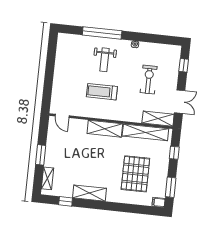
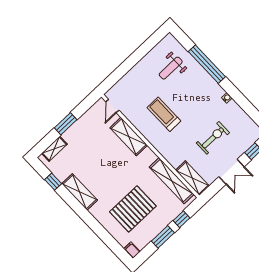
weight bench: (105, 60) -> (171, 68), moved
double door: (180, 102) -> (232, 172), moved
shelving: (105, 129) -> (129, 137), moved
window: (171, 187) -> (163, 237), moved

